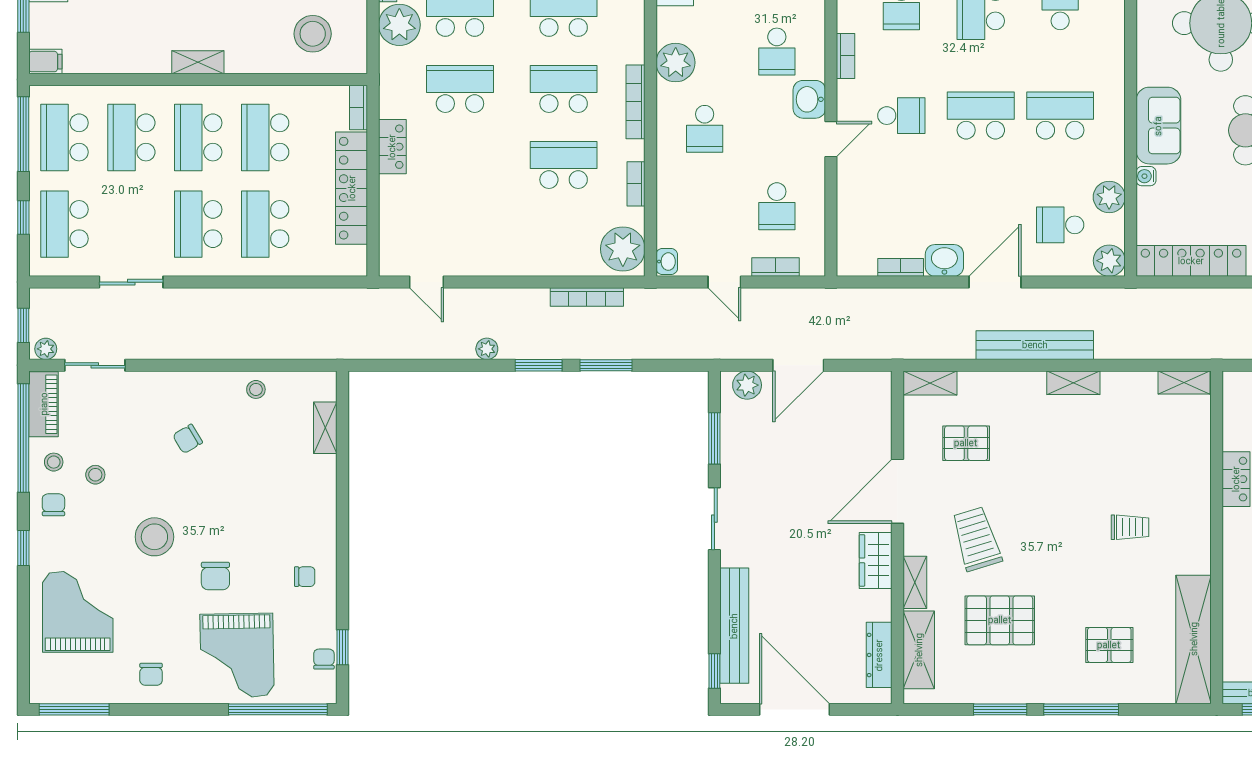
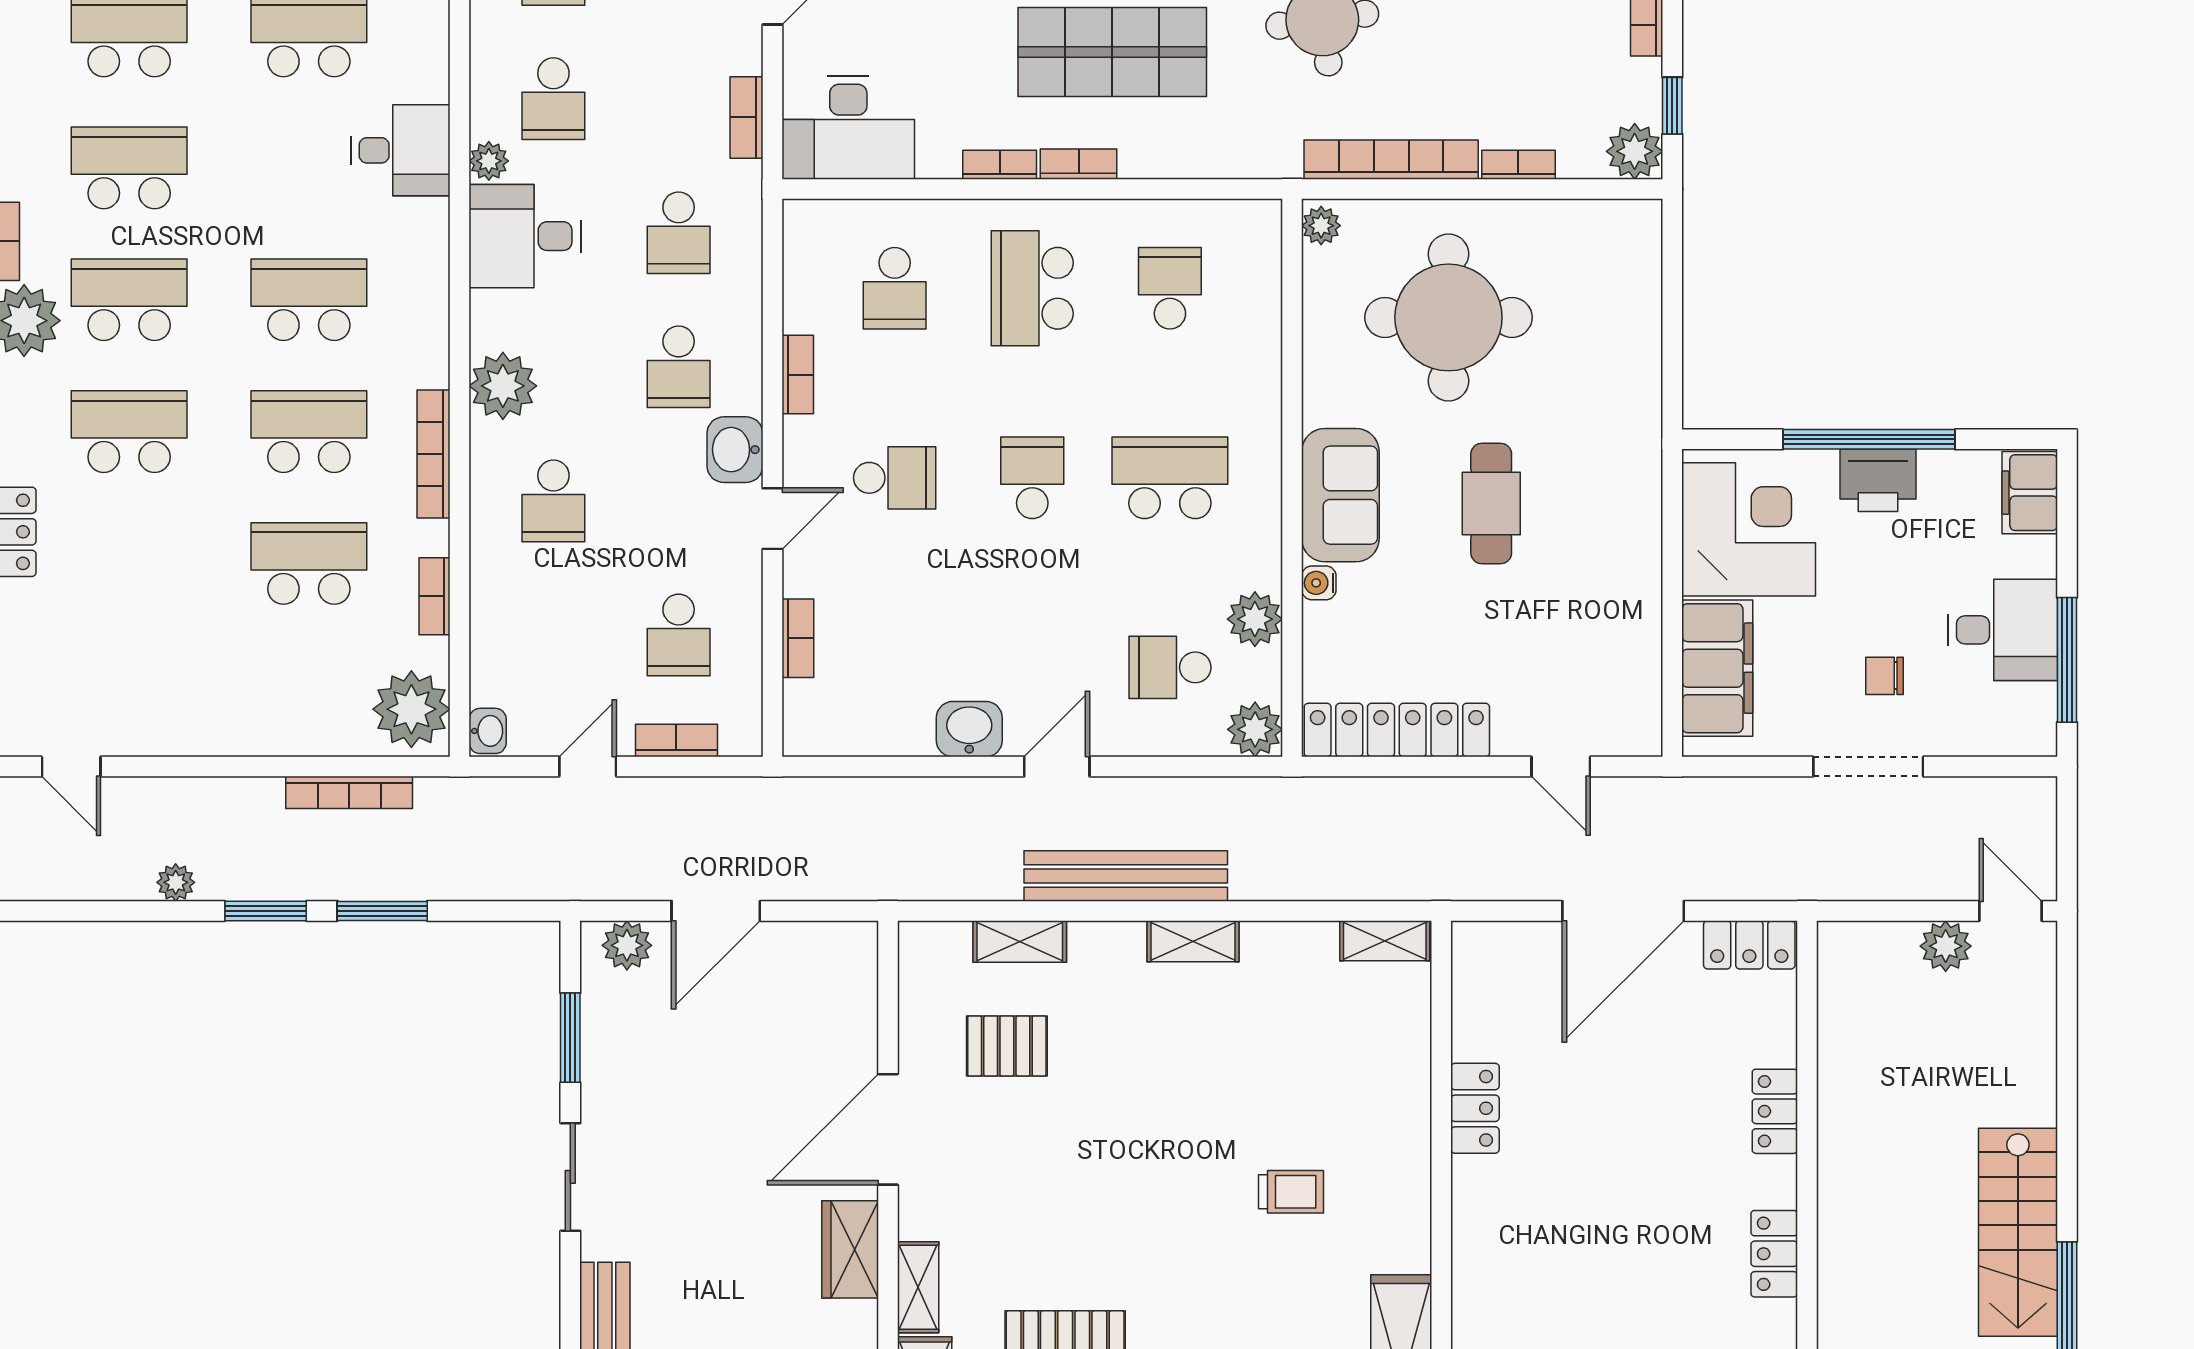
school desk: (981, 116) -> (1032, 478), width x0.54
bookcase: (901, 267) -> (798, 638), moved, turned 90
door: (724, 282) -> (588, 767), swing flipped
door: (995, 282) -> (1057, 767), width x0.73
shelving: (930, 383) -> (1020, 942), moved
trolley: (977, 539) -> (1025, 1212), removed

